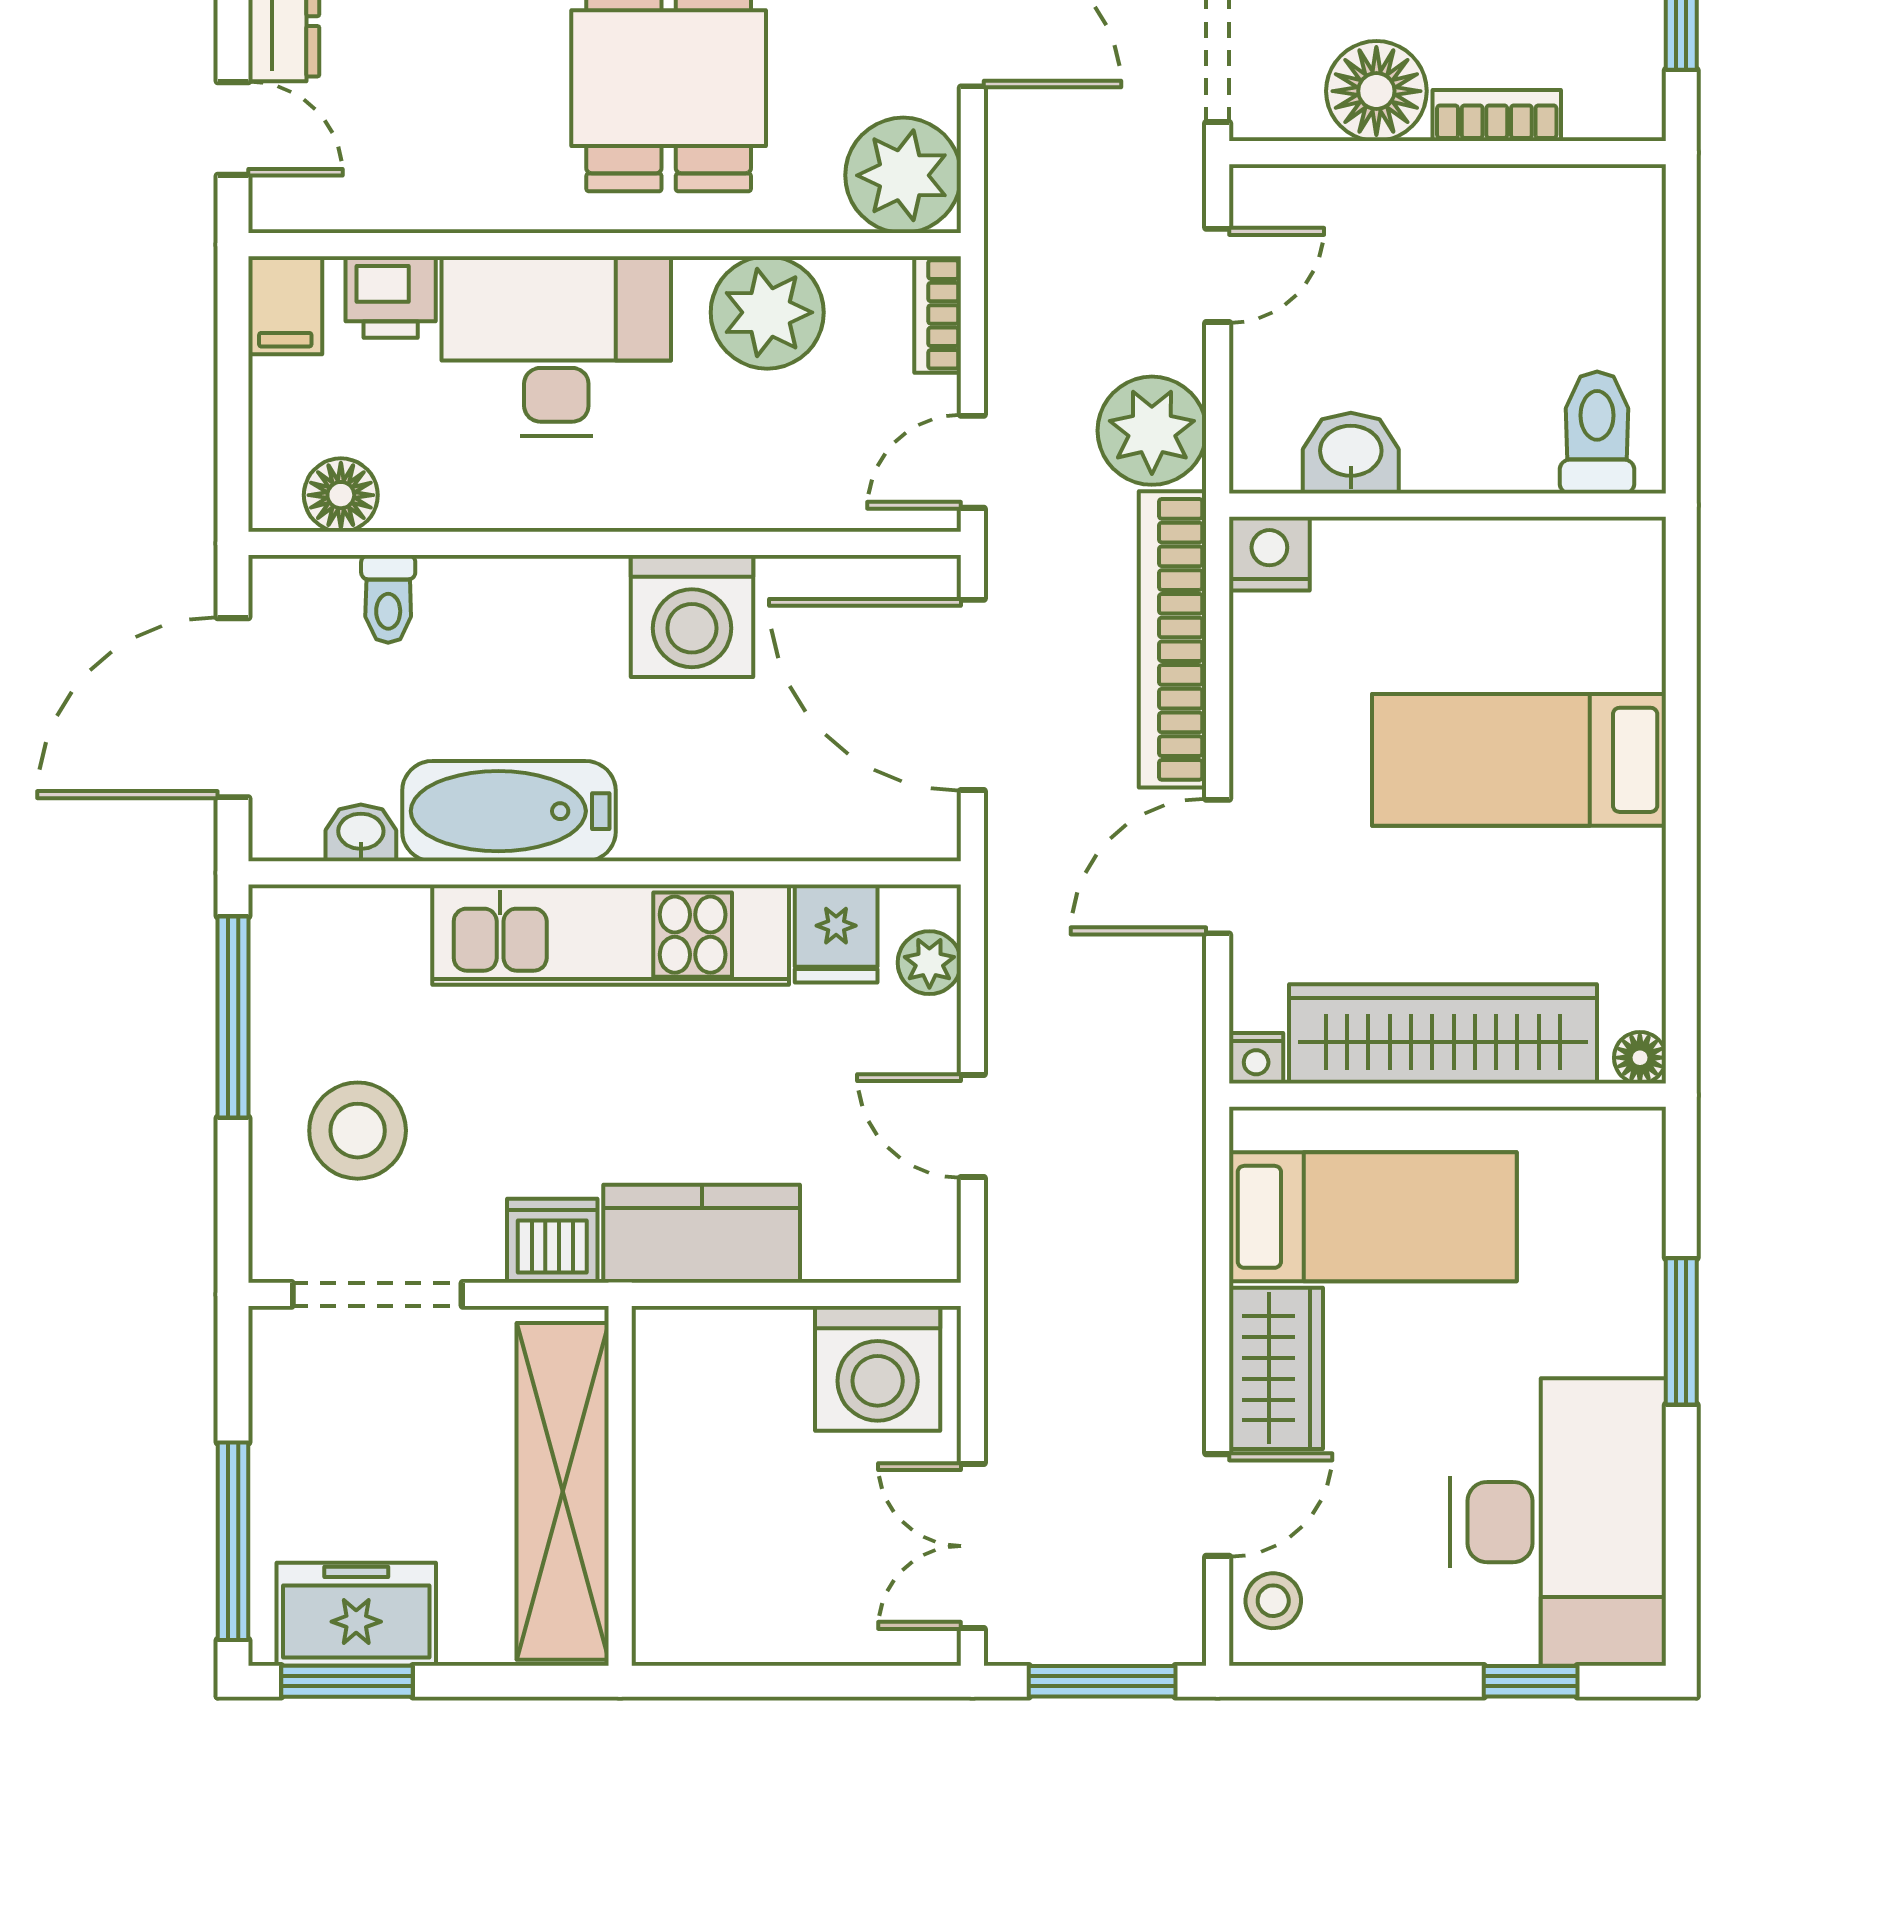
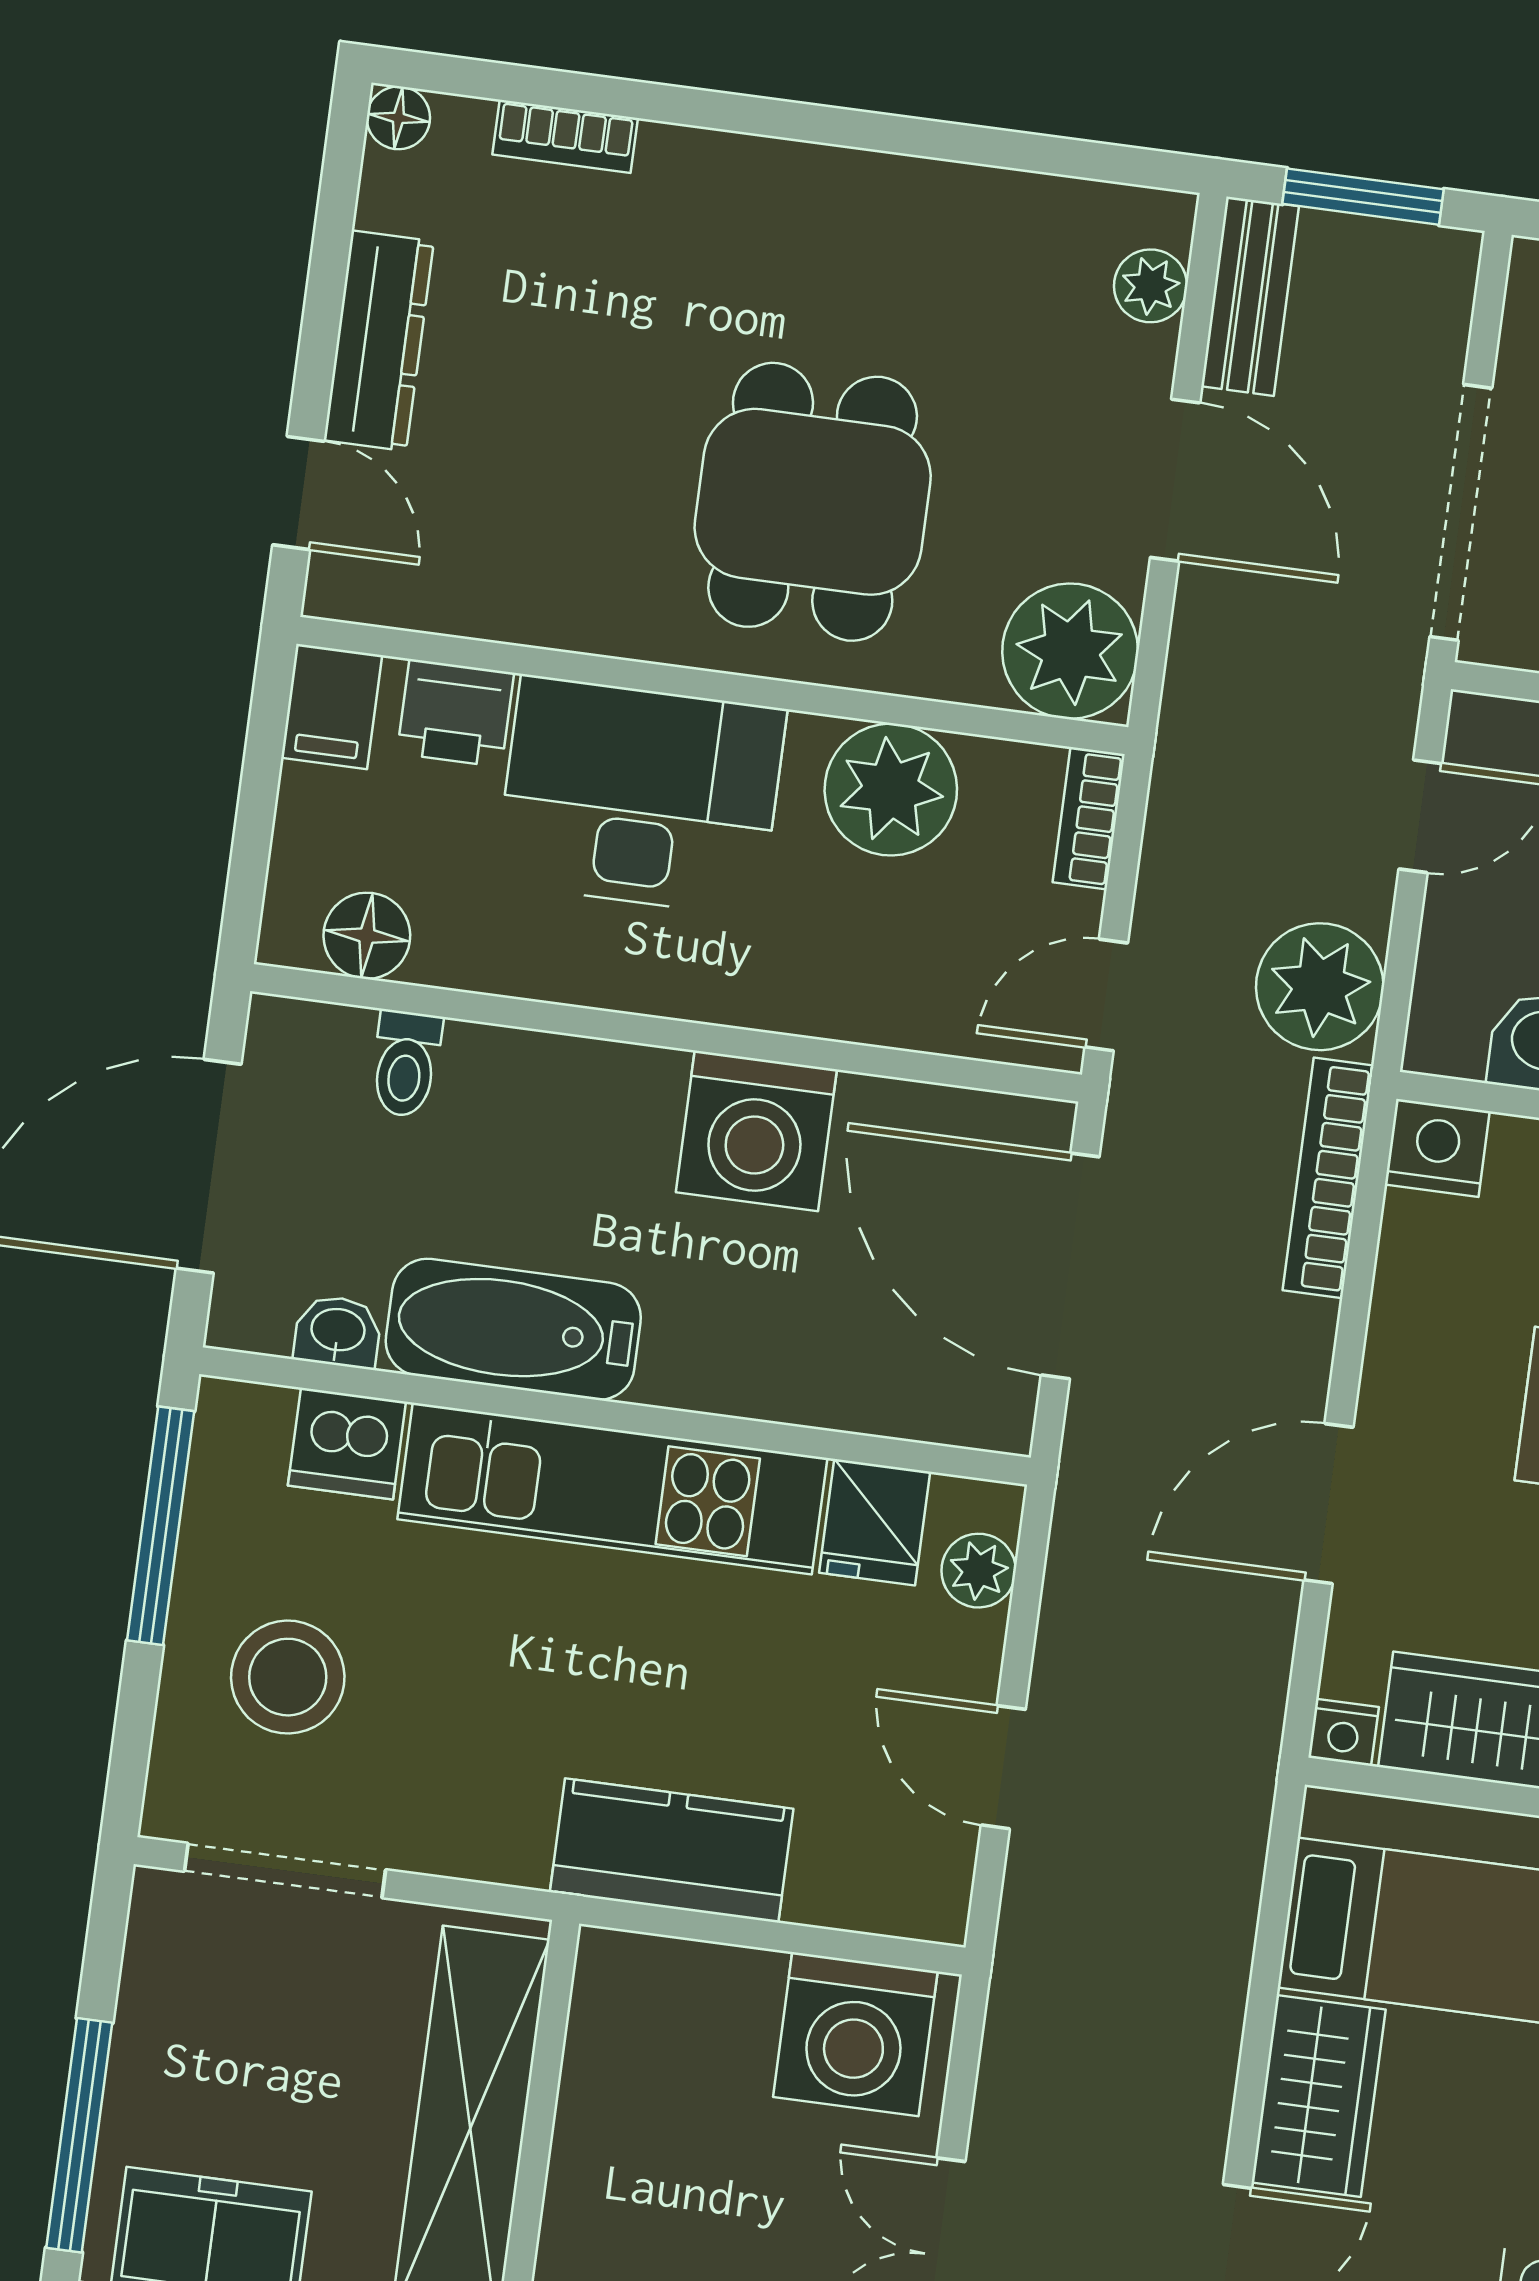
bookcase: (1173, 639) -> (1328, 1178), width x0.68, depth x0.76
dishwasher: (552, 1241) -> (347, 1444), moved, turned 180

